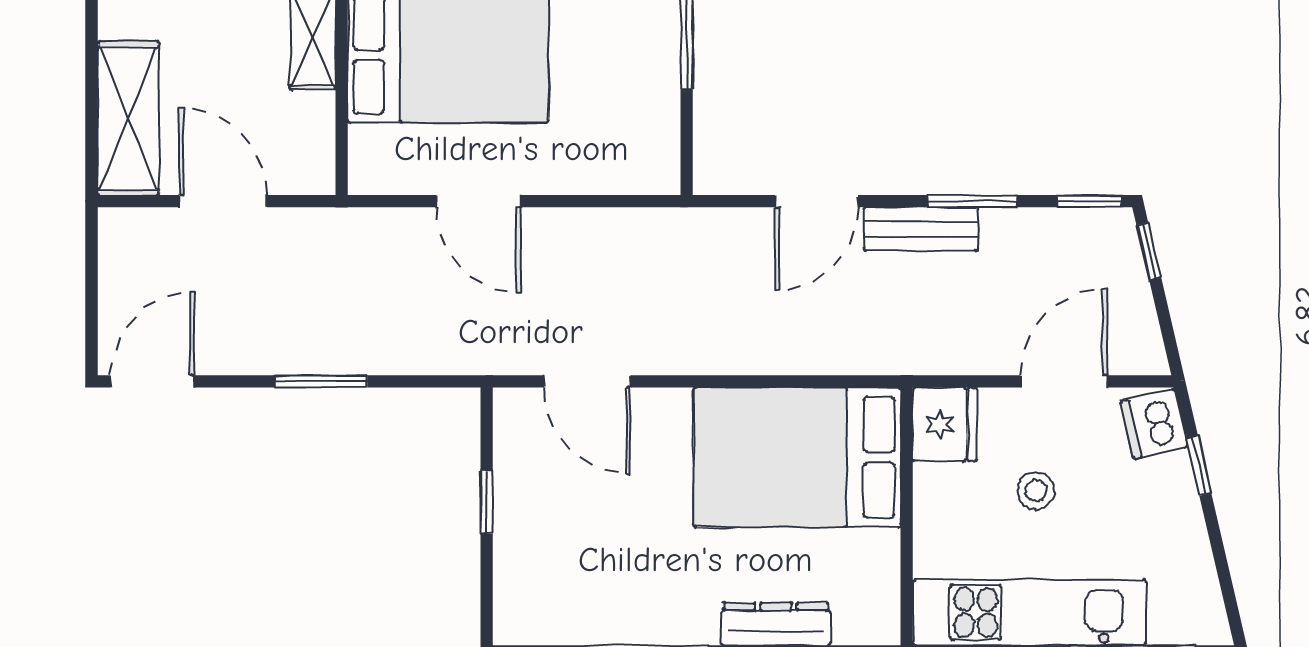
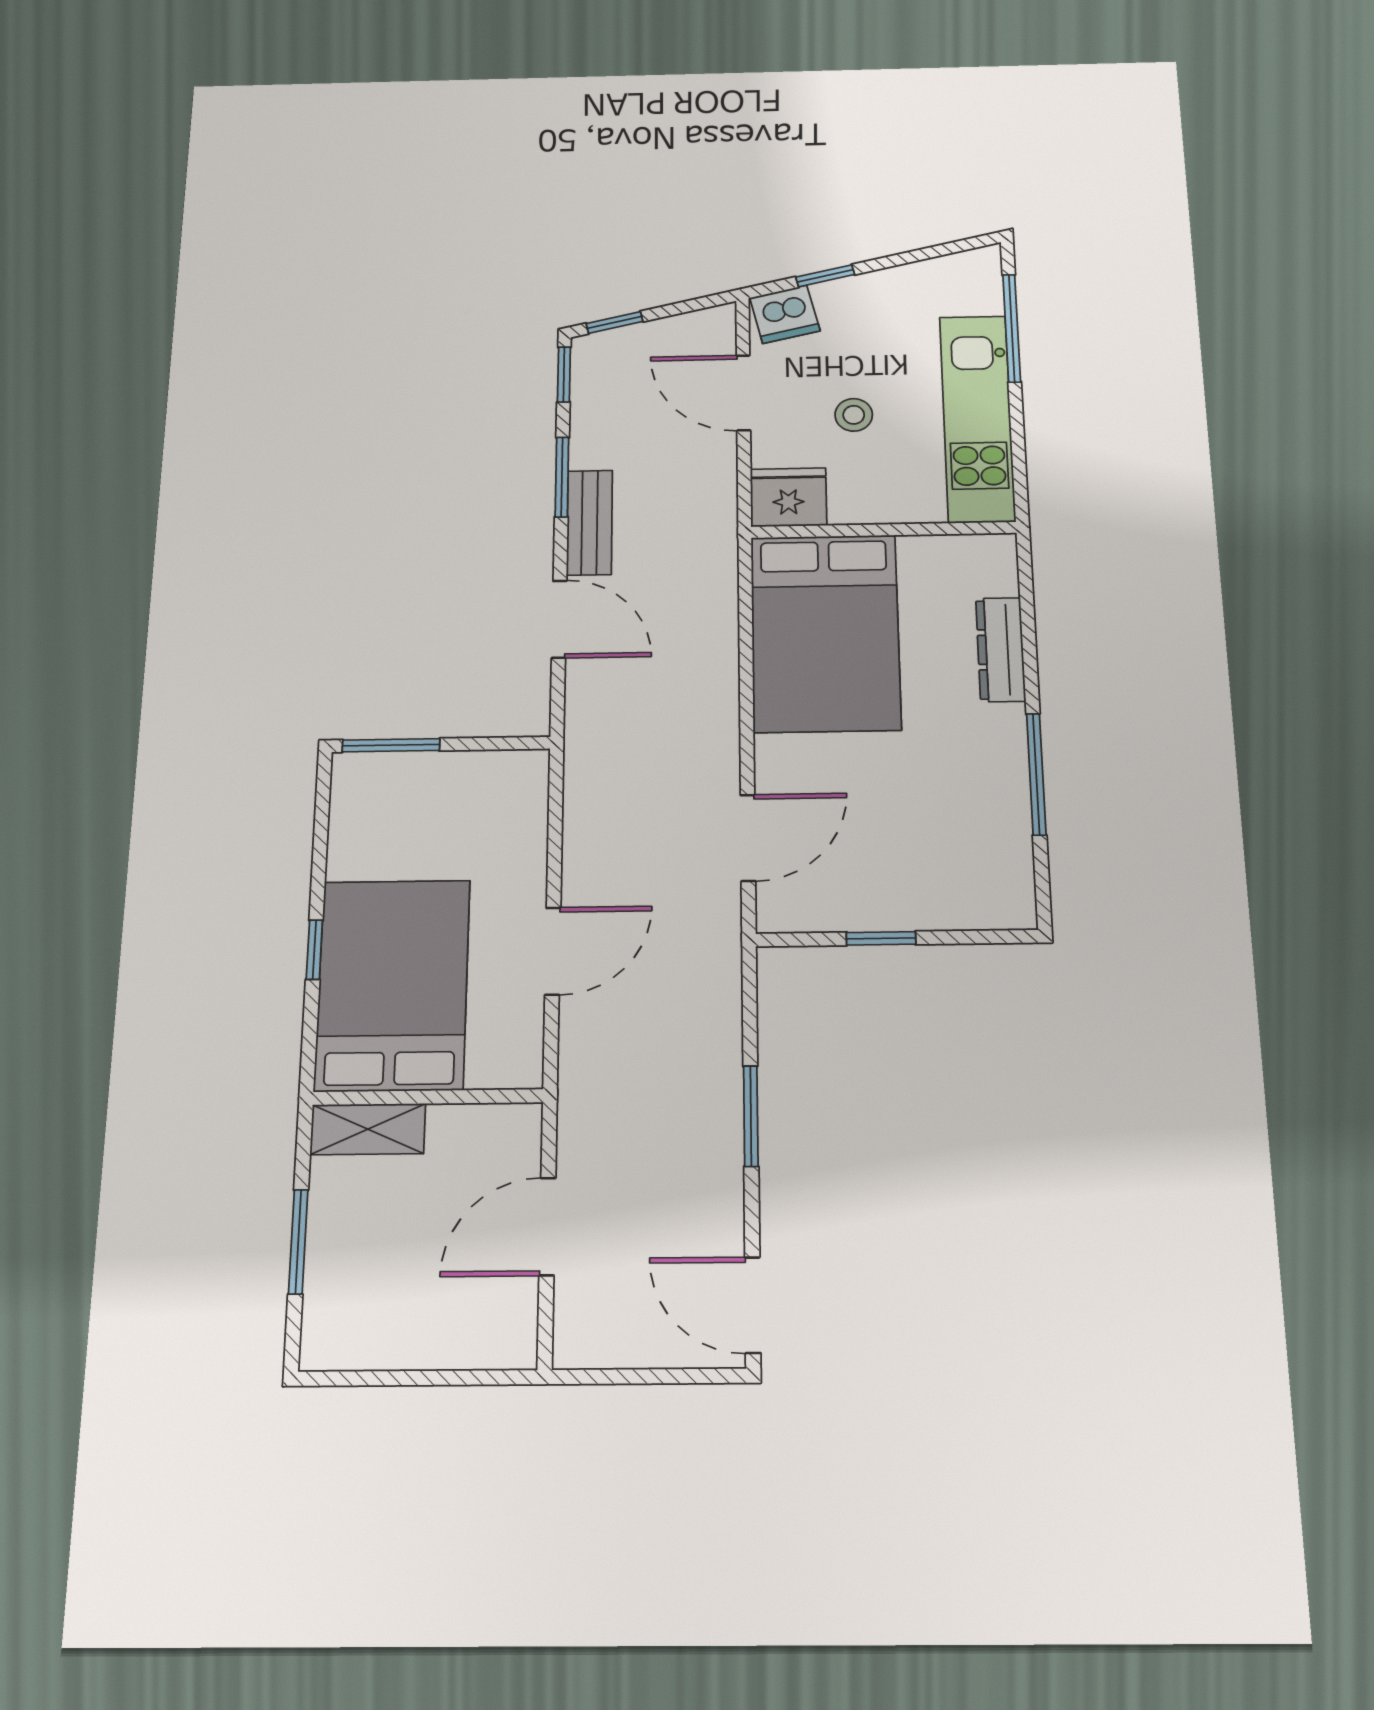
shelving: (128, 118) -> (450, 1335), removed

